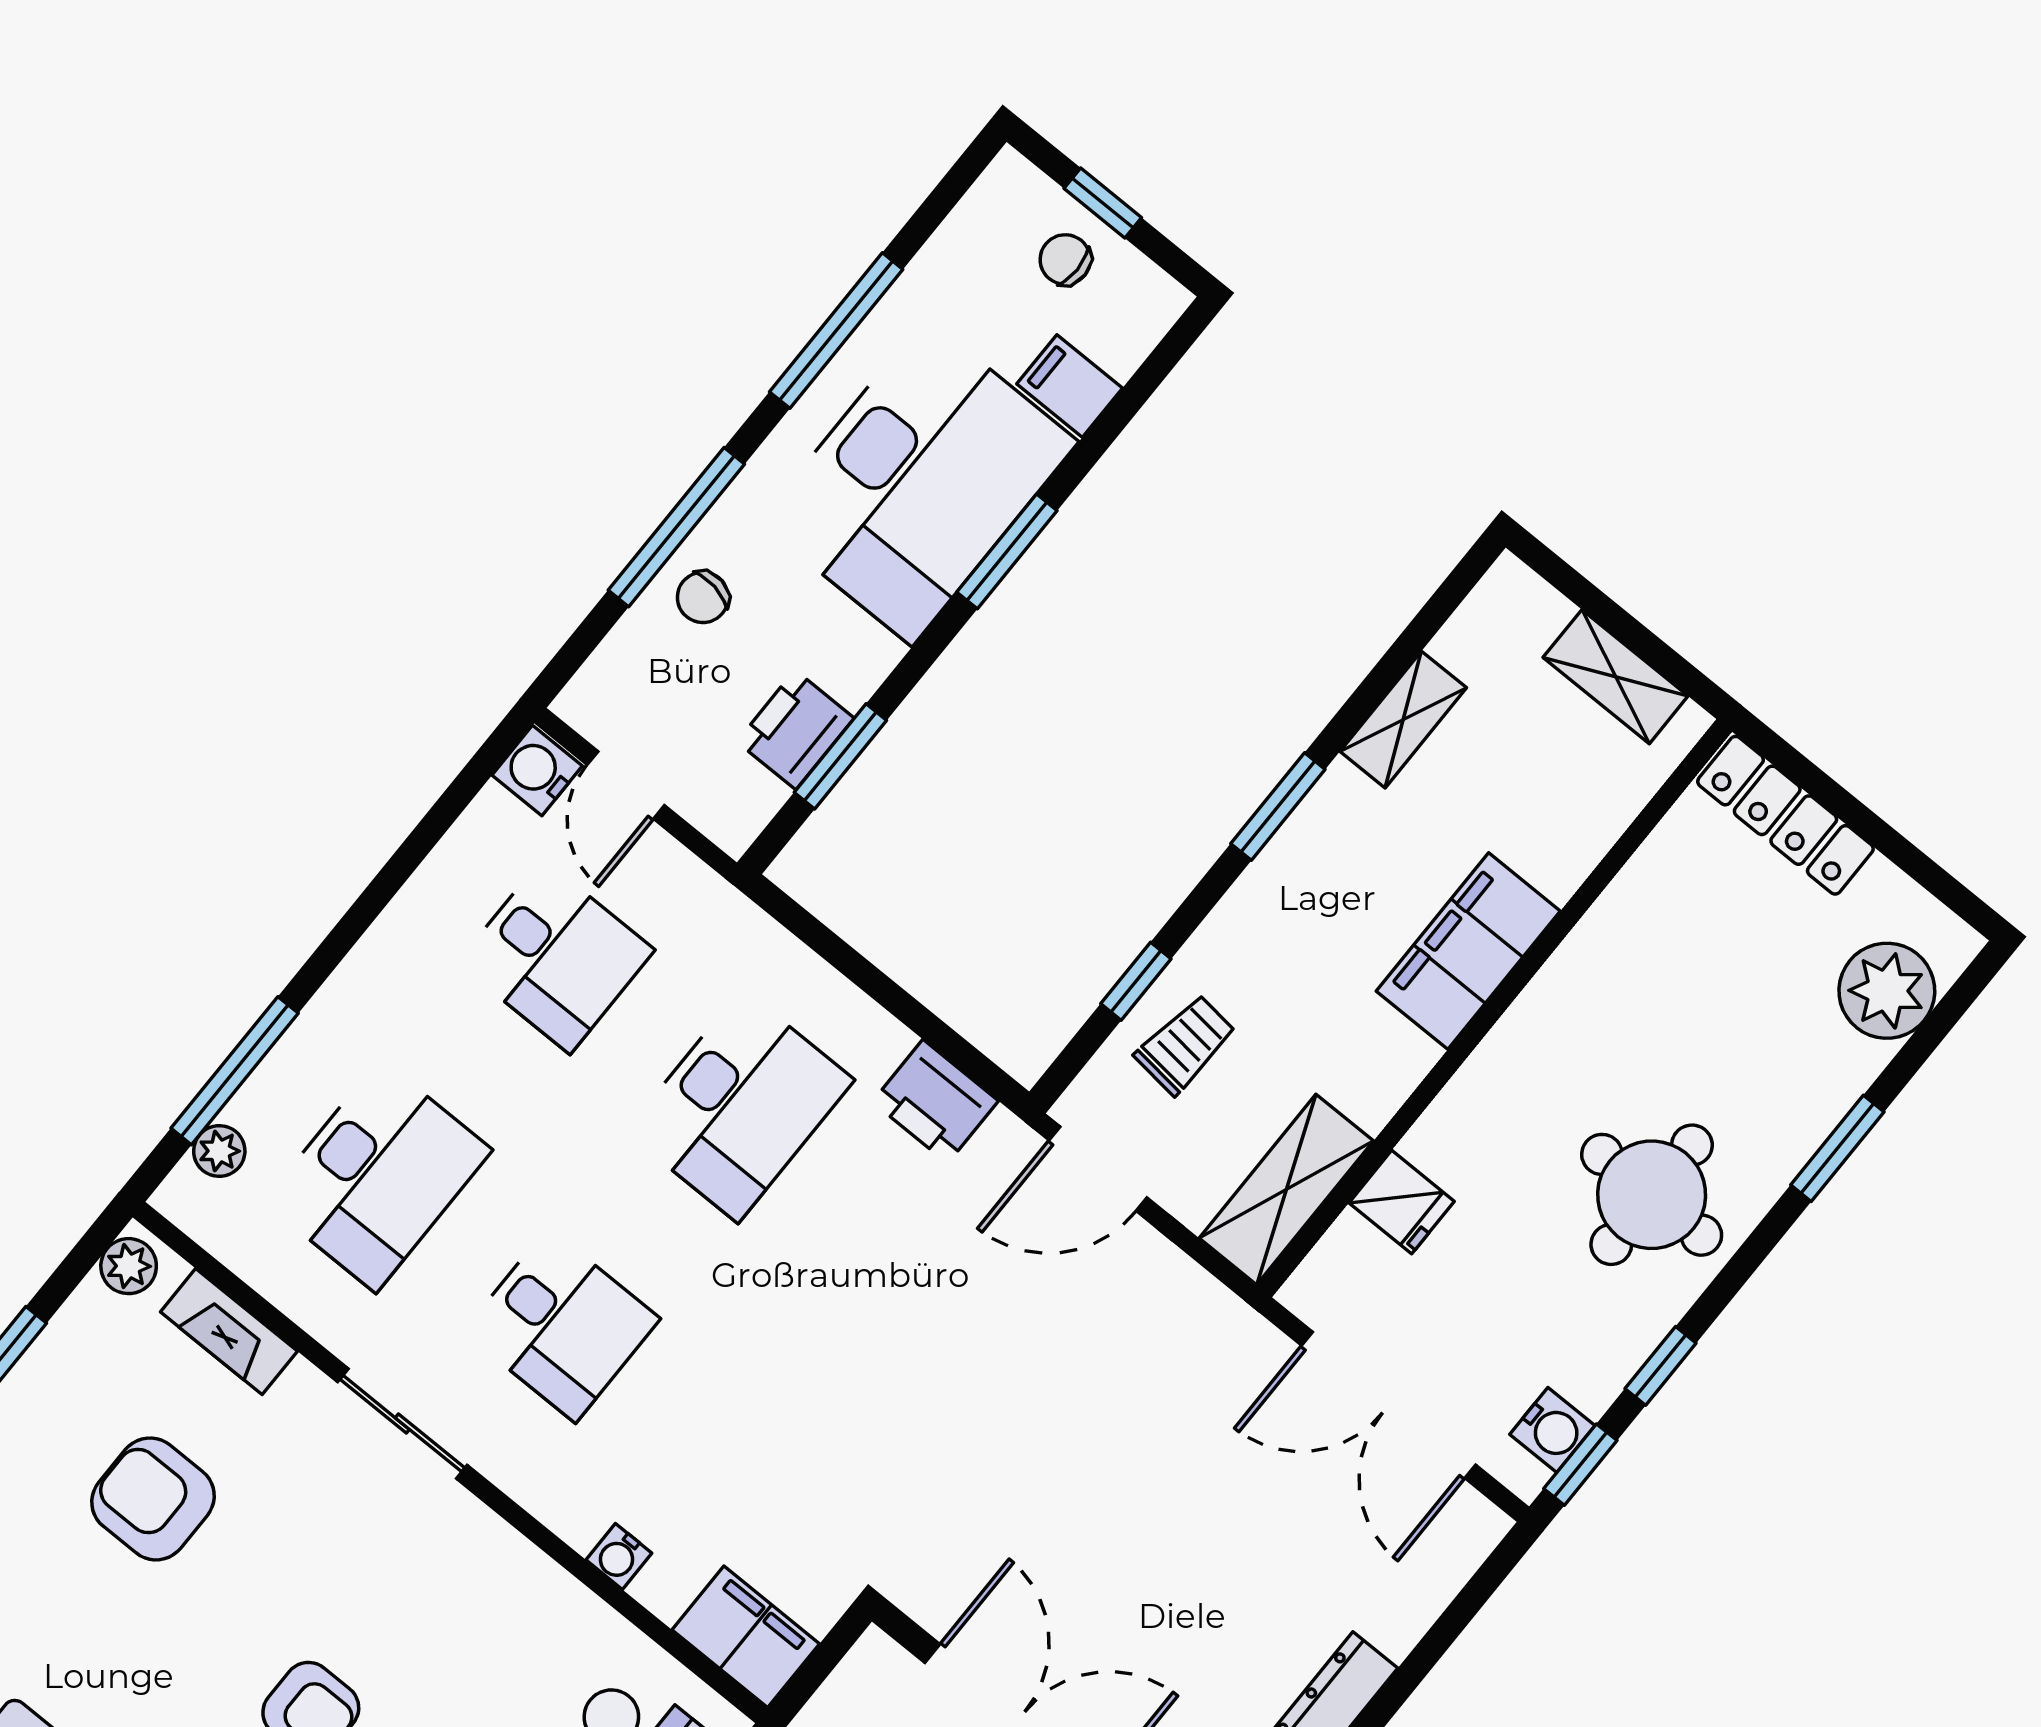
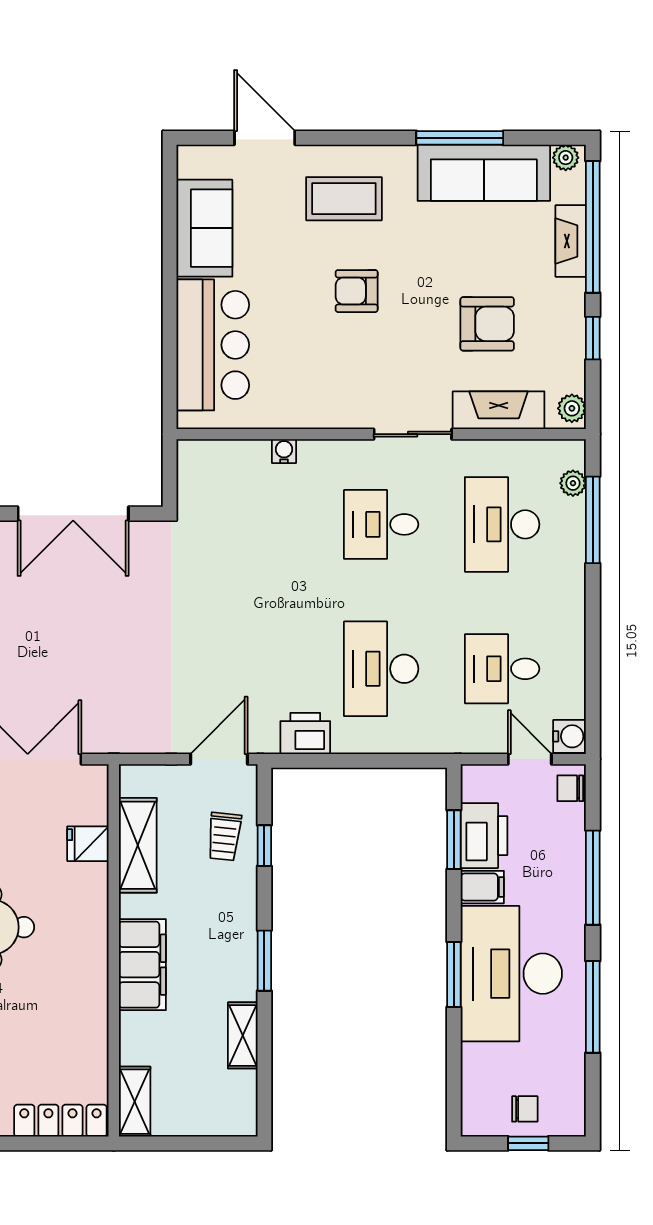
filing cabinet: (1070, 386) -> (482, 887), moved
chair: (703, 597) -> (570, 788), moved, turned -99
shelving: (1616, 677) -> (135, 1102), moved, turned 90
printer: (795, 730) -> (484, 836), width x1.37, depth x1.19
shelving: (1286, 1189) -> (138, 845), moved
fireplace: (229, 1332) -> (499, 410), width x1.37, depth x1.32
filing cabinet: (746, 1637) -> (208, 460), removed

